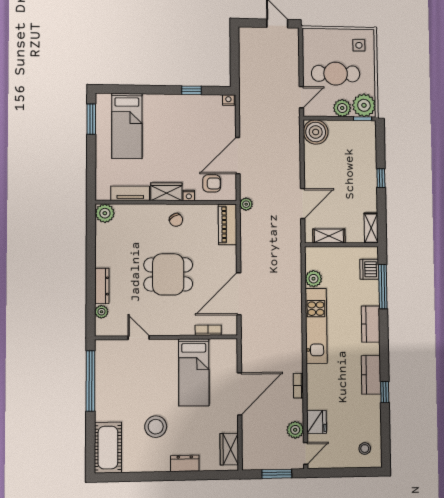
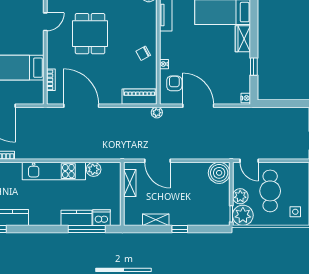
armchair: (212, 183) -> (174, 83), turned 180
wardrobe: (166, 192) -> (243, 39), moved, turned 180
shelving: (371, 228) -> (156, 220), moved
dining table: (168, 274) -> (90, 34), moved
kitchen counter: (371, 324) -> (76, 218), moved

